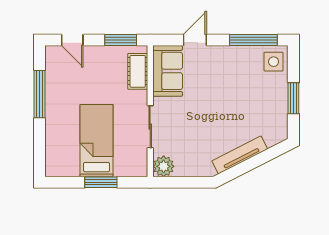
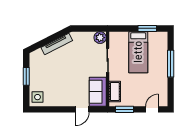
door: (72, 40) -> (152, 109), hinge flipped
window: (253, 40) -> (49, 109), removed
window: (39, 94) -> (171, 64), moved
window: (101, 182) -> (147, 28), moved

